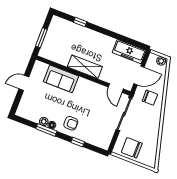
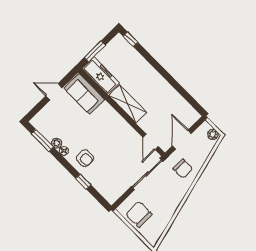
window: (80, 22) -> (131, 39), moved
freezer: (129, 52) -> (101, 76), moved, turned 180
door: (139, 75) -> (182, 140), swing flipped
sofa: (61, 79) -> (84, 94), moved
window: (46, 130) -> (42, 140), moved

